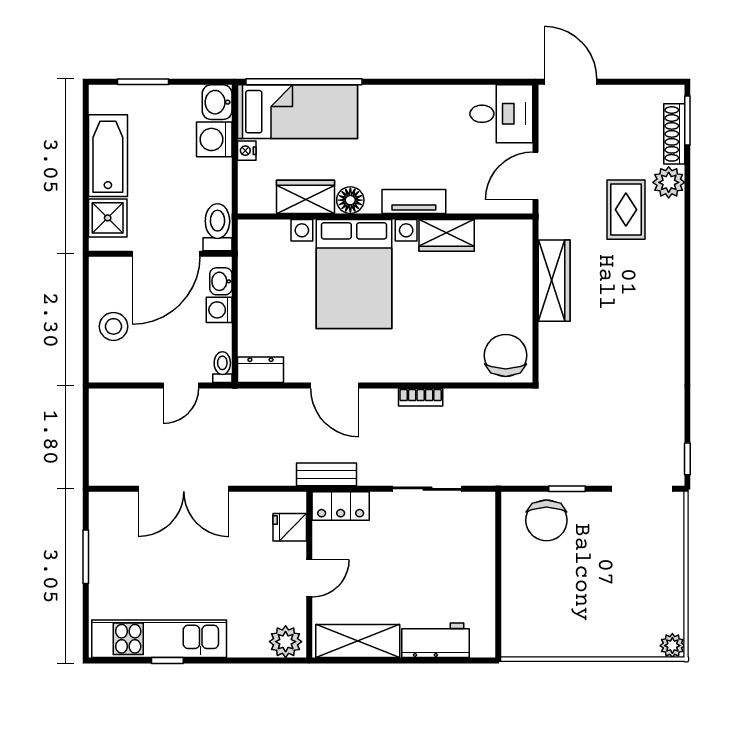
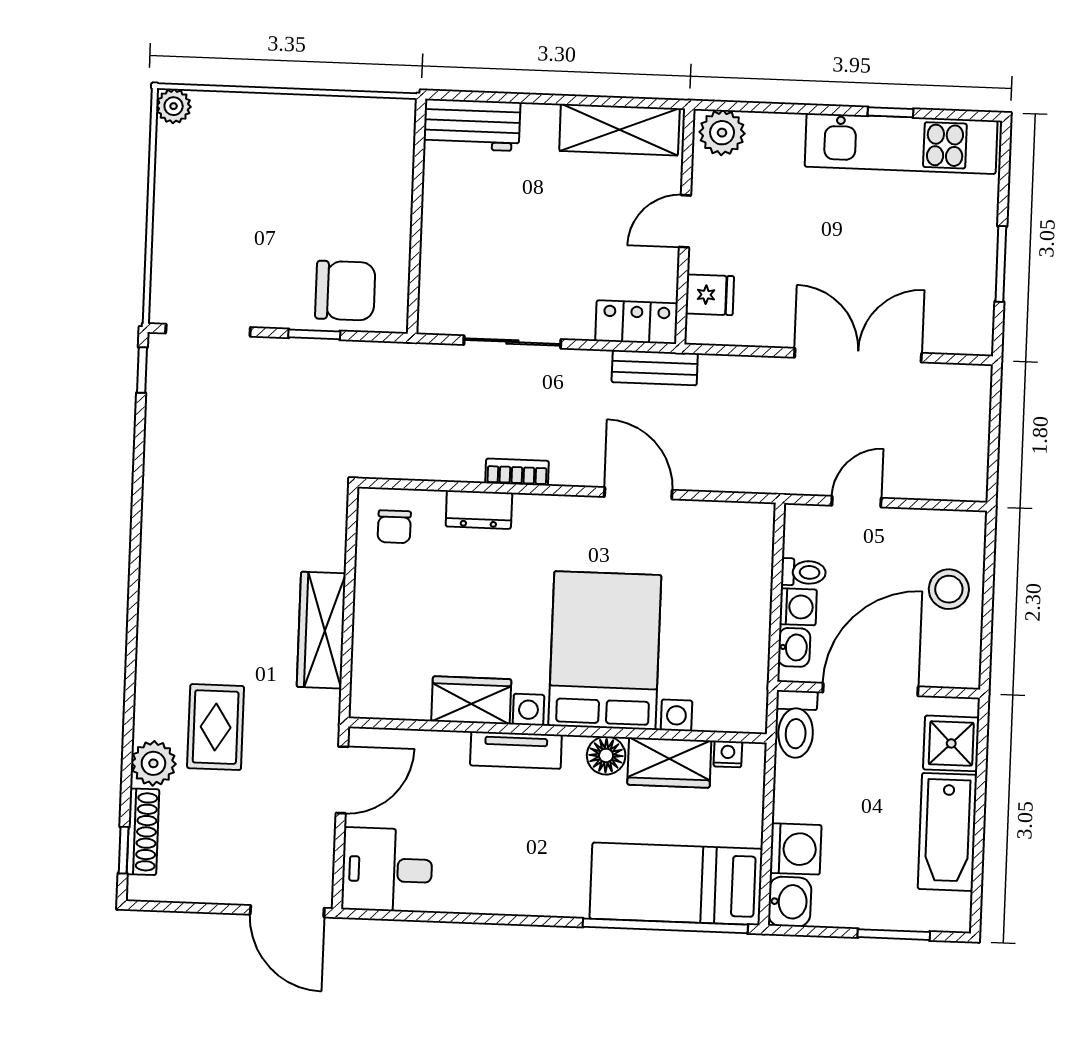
window: (687, 120) -> (124, 850), width x0.67
nightstand: (247, 151) -> (728, 754), moved, turned -90
chair: (506, 355) -> (394, 527), width x0.54, depth x0.54
toilet: (222, 367) -> (803, 572), moved, turned -90
dresser: (260, 370) -> (479, 510), moved
chair: (546, 520) -> (345, 291), turned 90
workbench: (436, 640) -> (472, 125), moved

